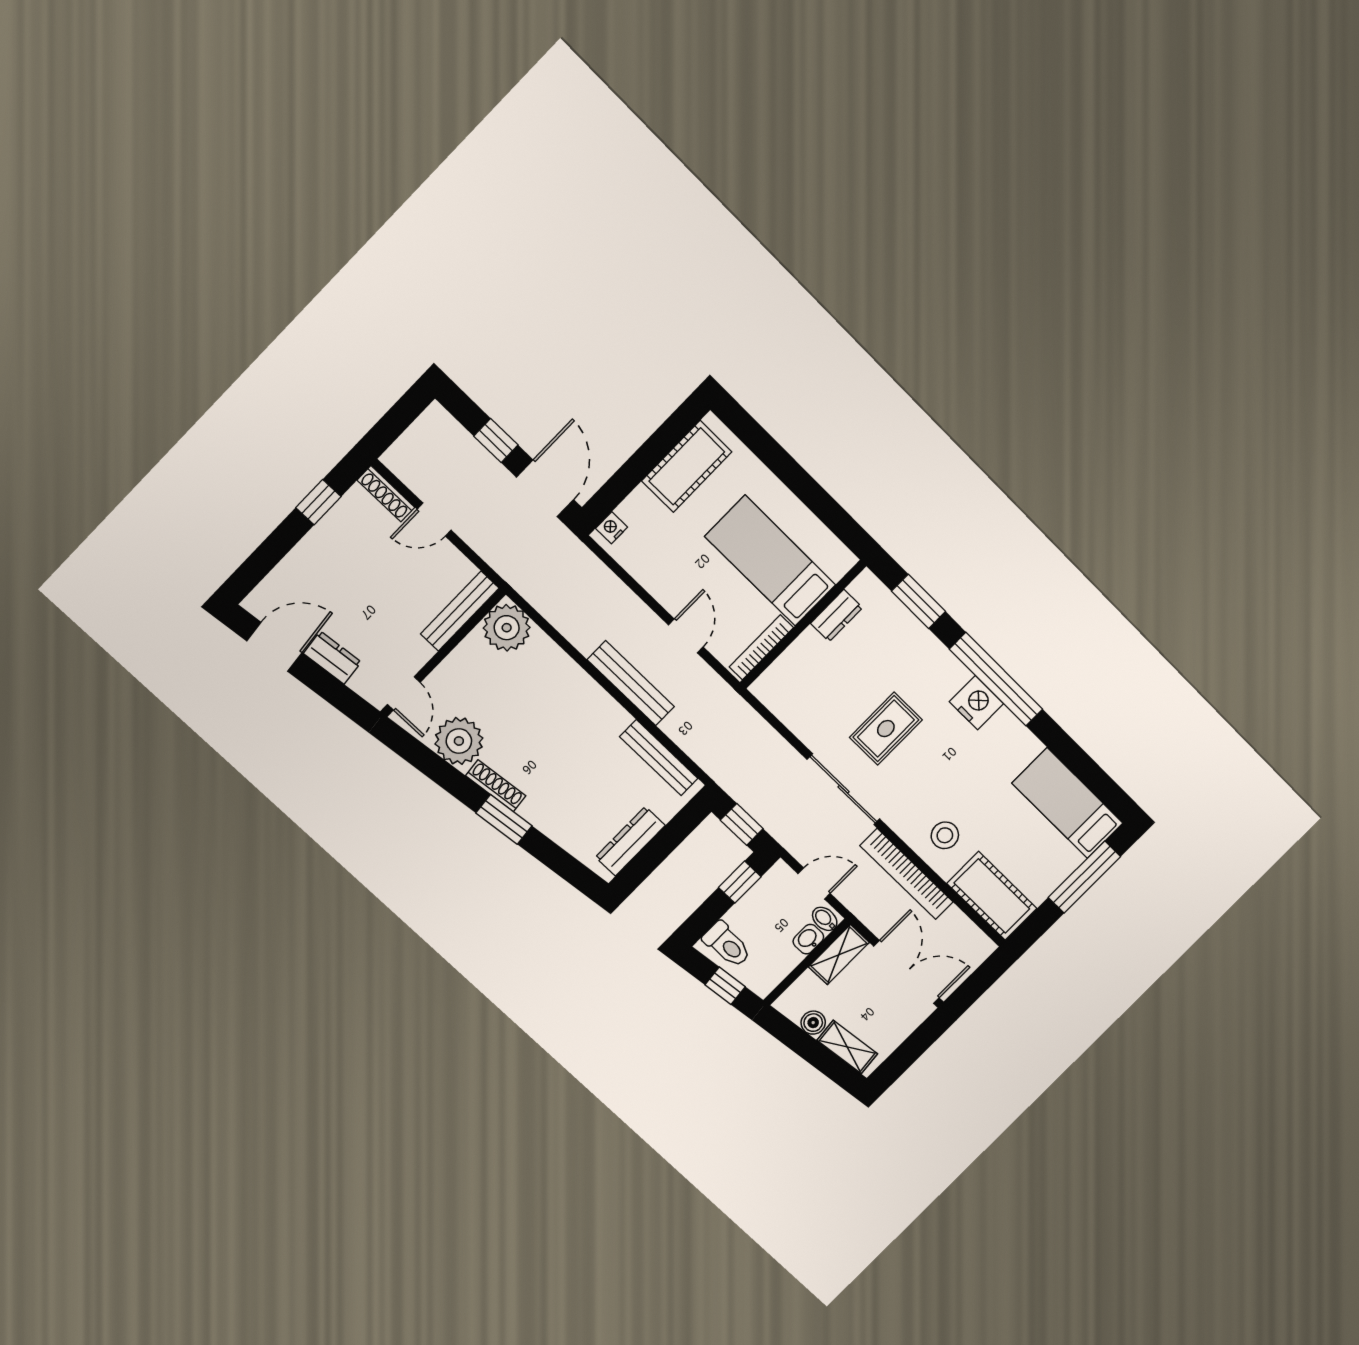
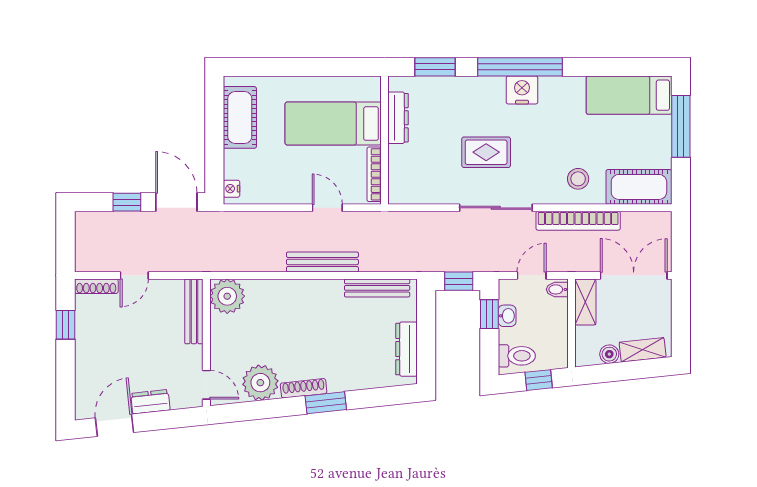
dresser: (837, 615) -> (398, 118), width x1.44
rug: (886, 729) -> (486, 152), turned 90
washbasin: (808, 939) -> (507, 316), moved, turned 180

